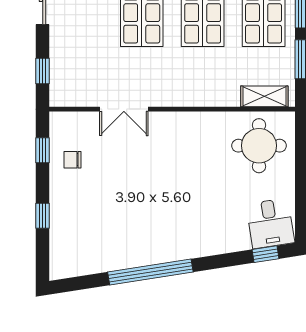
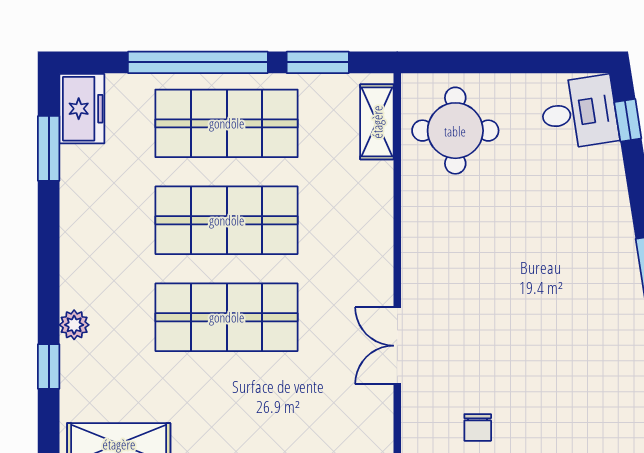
double door: (124, 109) -> (397, 346), swing flipped

